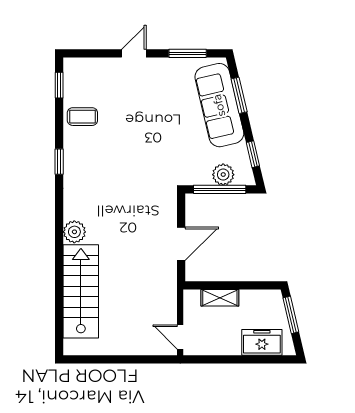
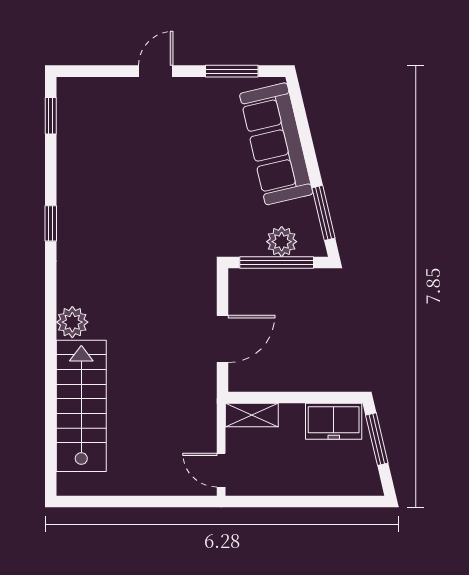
window: (239, 95) -> (304, 130), removed
coffee table: (82, 117) -> (83, 160), removed
window: (253, 154) -> (323, 213), width x1.50
shelving: (220, 298) -> (252, 415), moved
freezer: (262, 342) -> (334, 421), moved, turned 180

